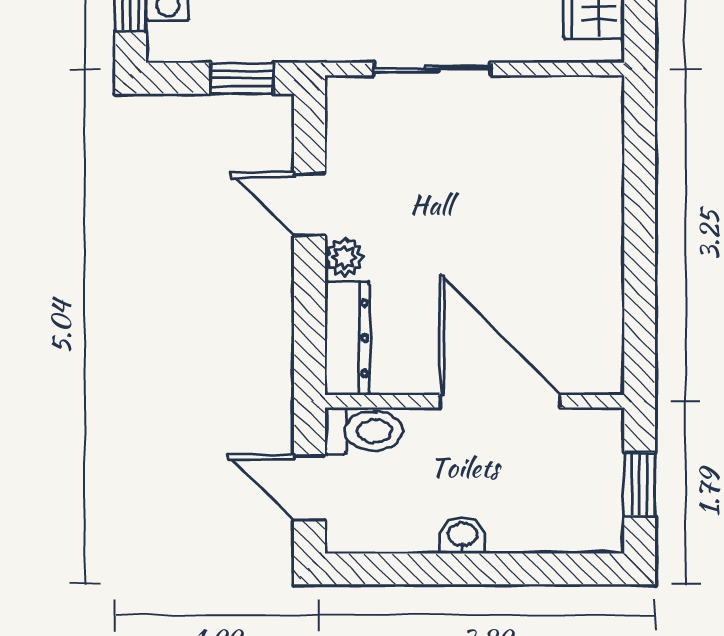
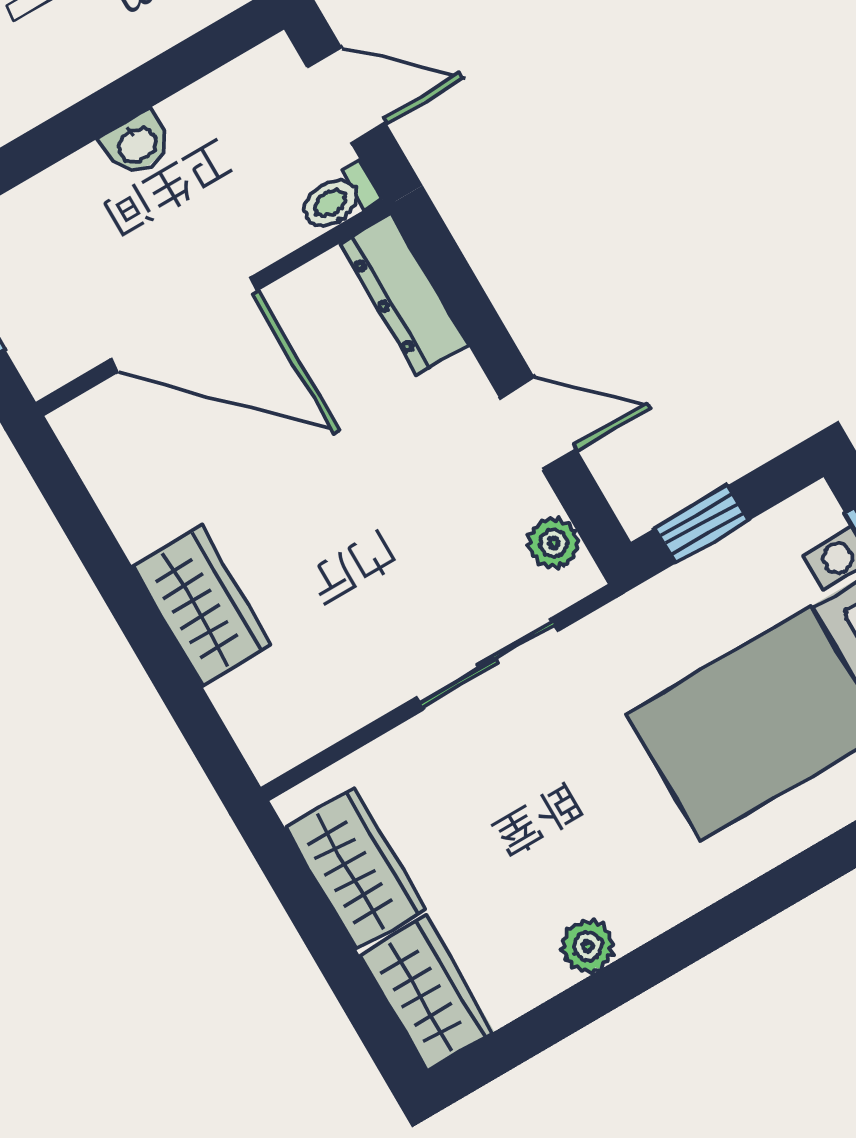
wardrobe: (594, 214) -> (202, 606), added
plant: (344, 257) -> (554, 543), moved
toilet: (364, 431) -> (339, 198), width x0.73, depth x0.72

